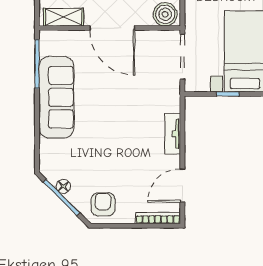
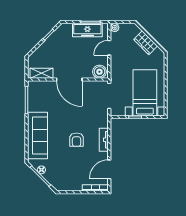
sofa: (56, 97) -> (37, 135), moved
armchair: (103, 204) -> (77, 140), moved, turned 180

